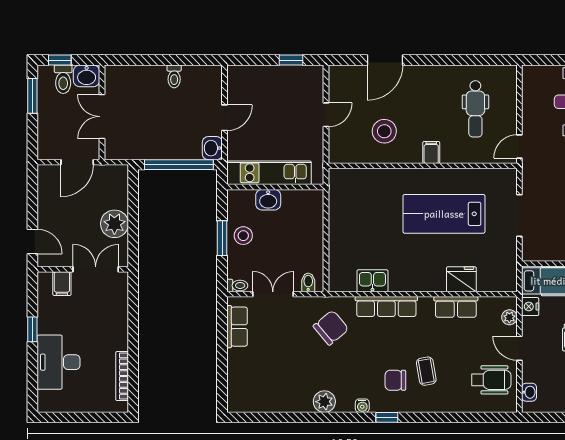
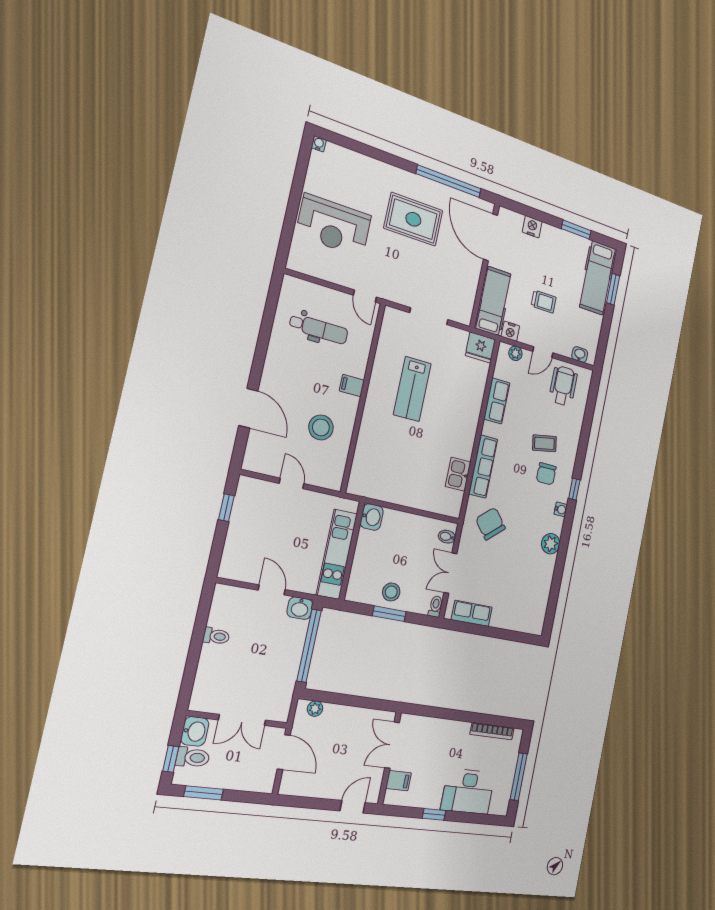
washbasin: (268, 200) -> (372, 517), moved
lab bench: (444, 214) -> (412, 389), width x0.73, depth x0.72
plant: (114, 224) -> (315, 709), moved, width x0.53, depth x0.53
fridge: (461, 279) -> (480, 348), moved, turned -90
window: (79, 417) -> (519, 777), added

